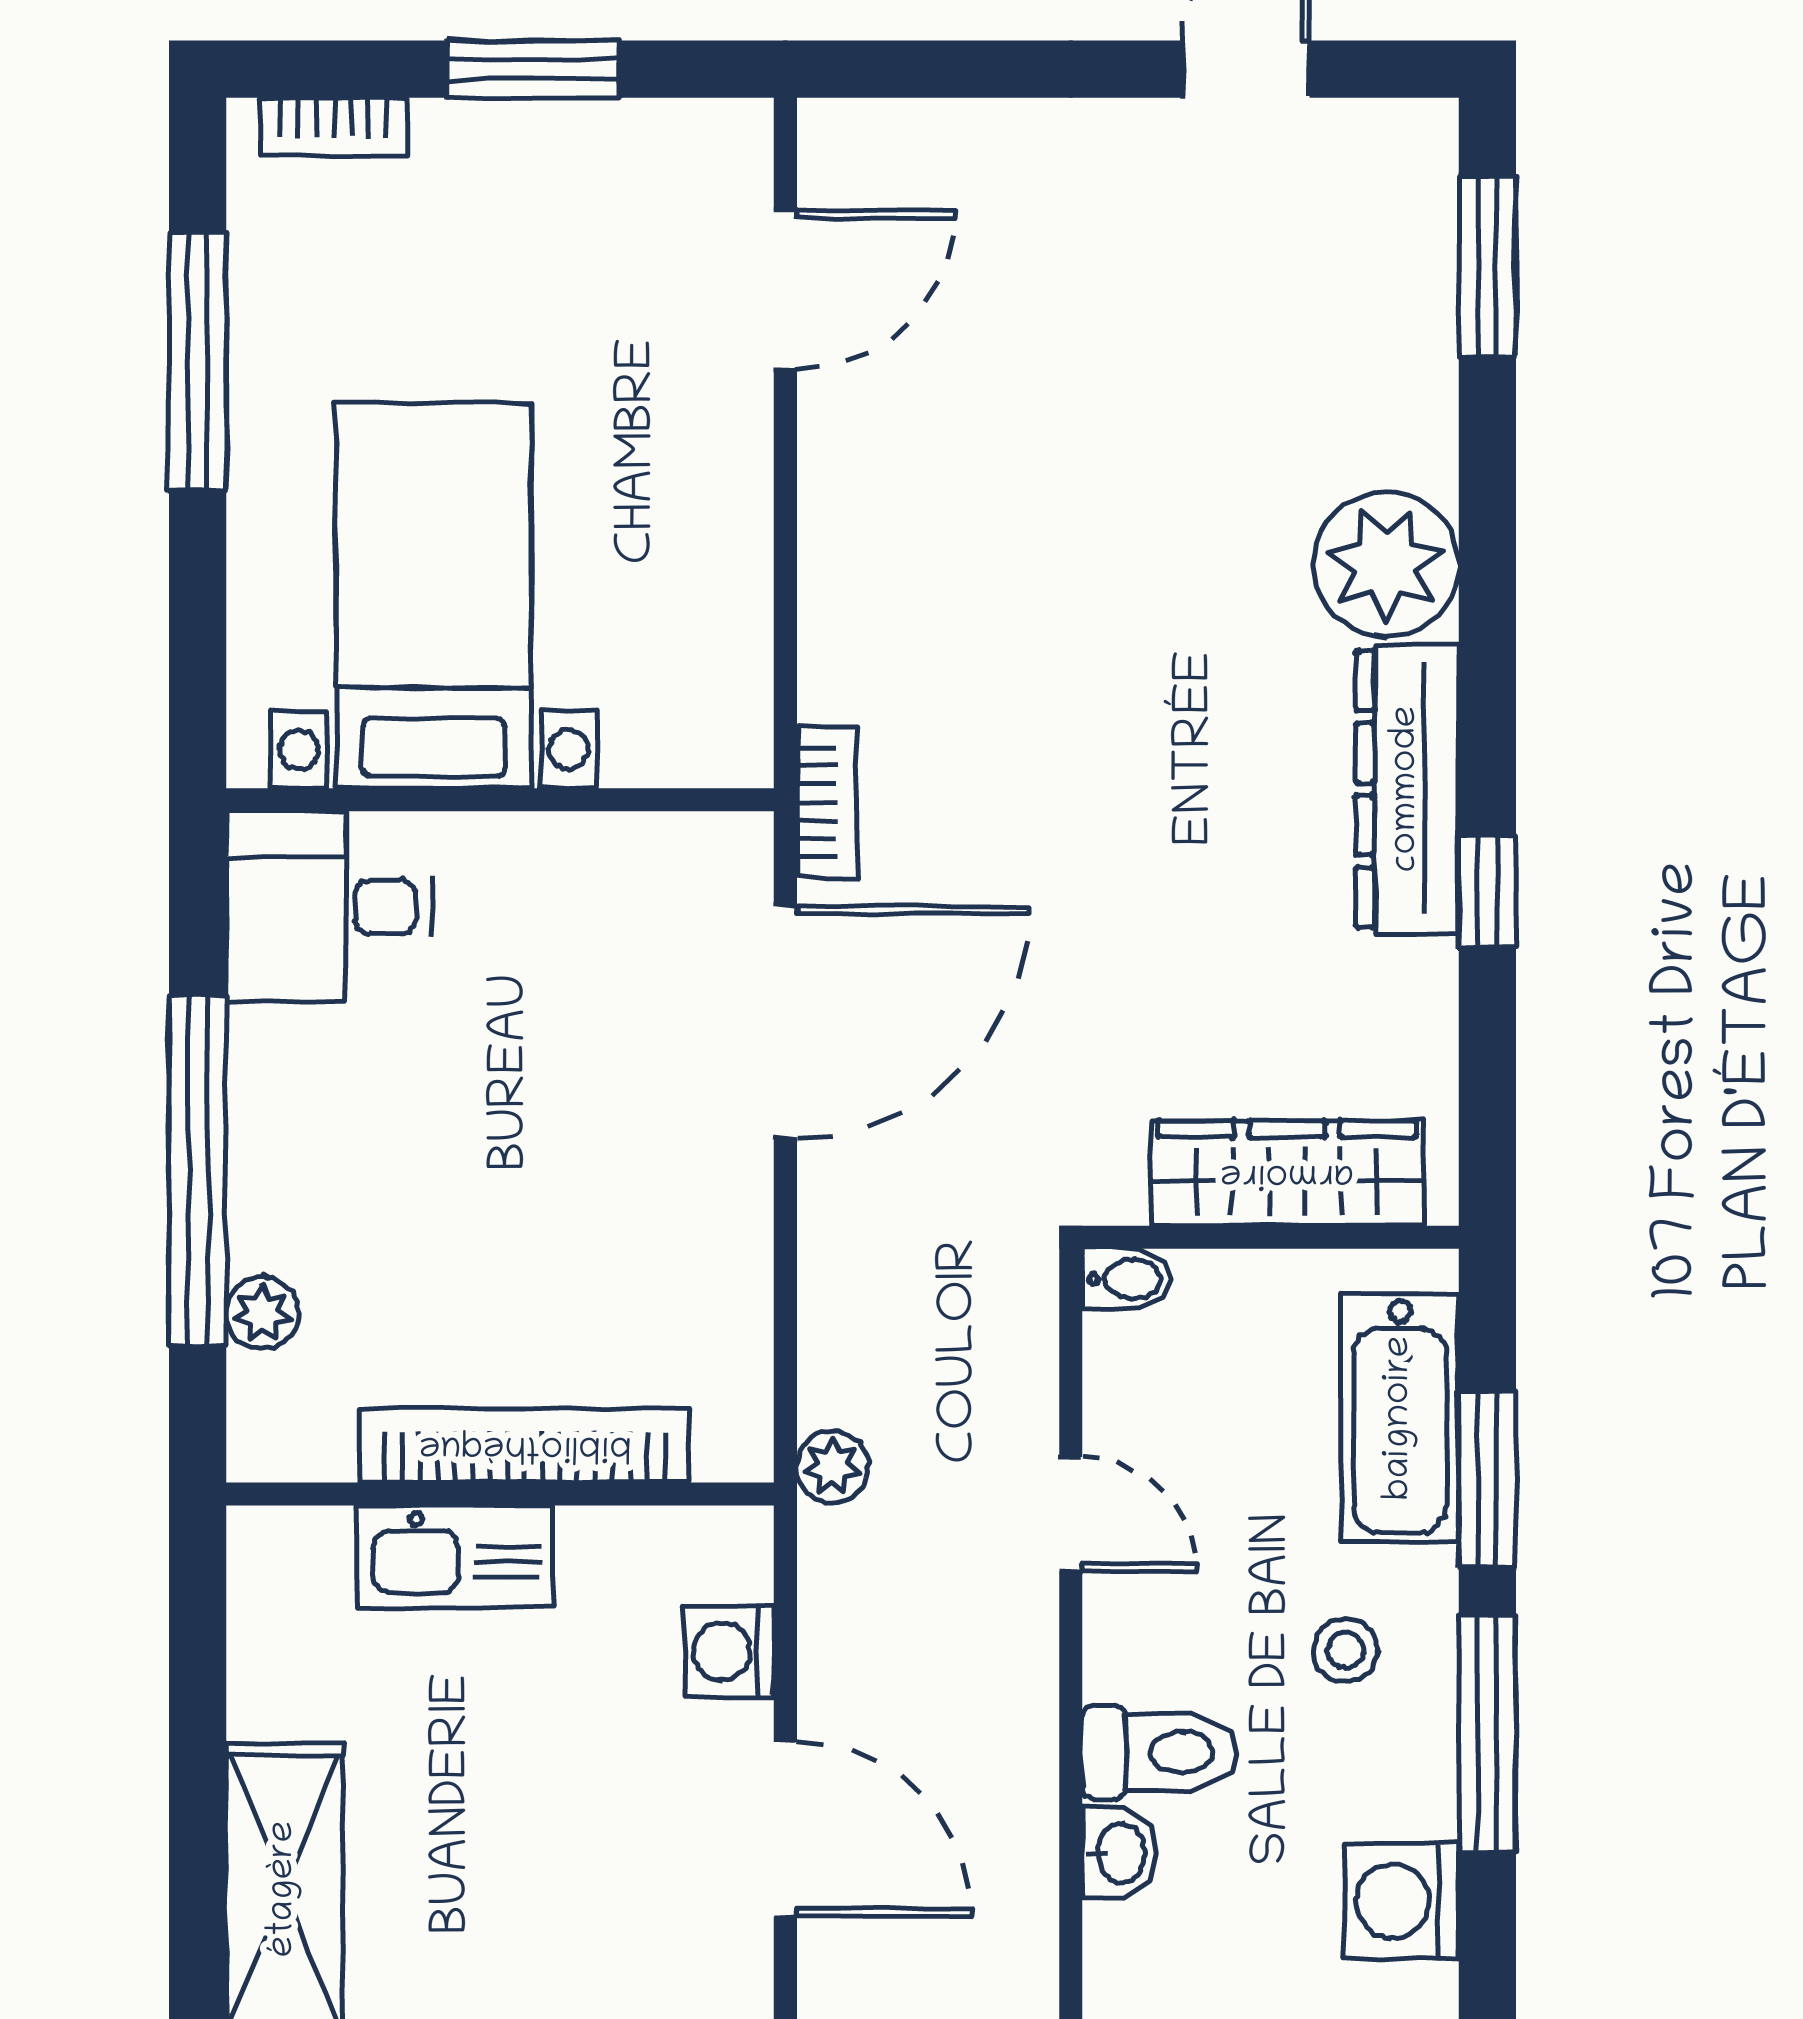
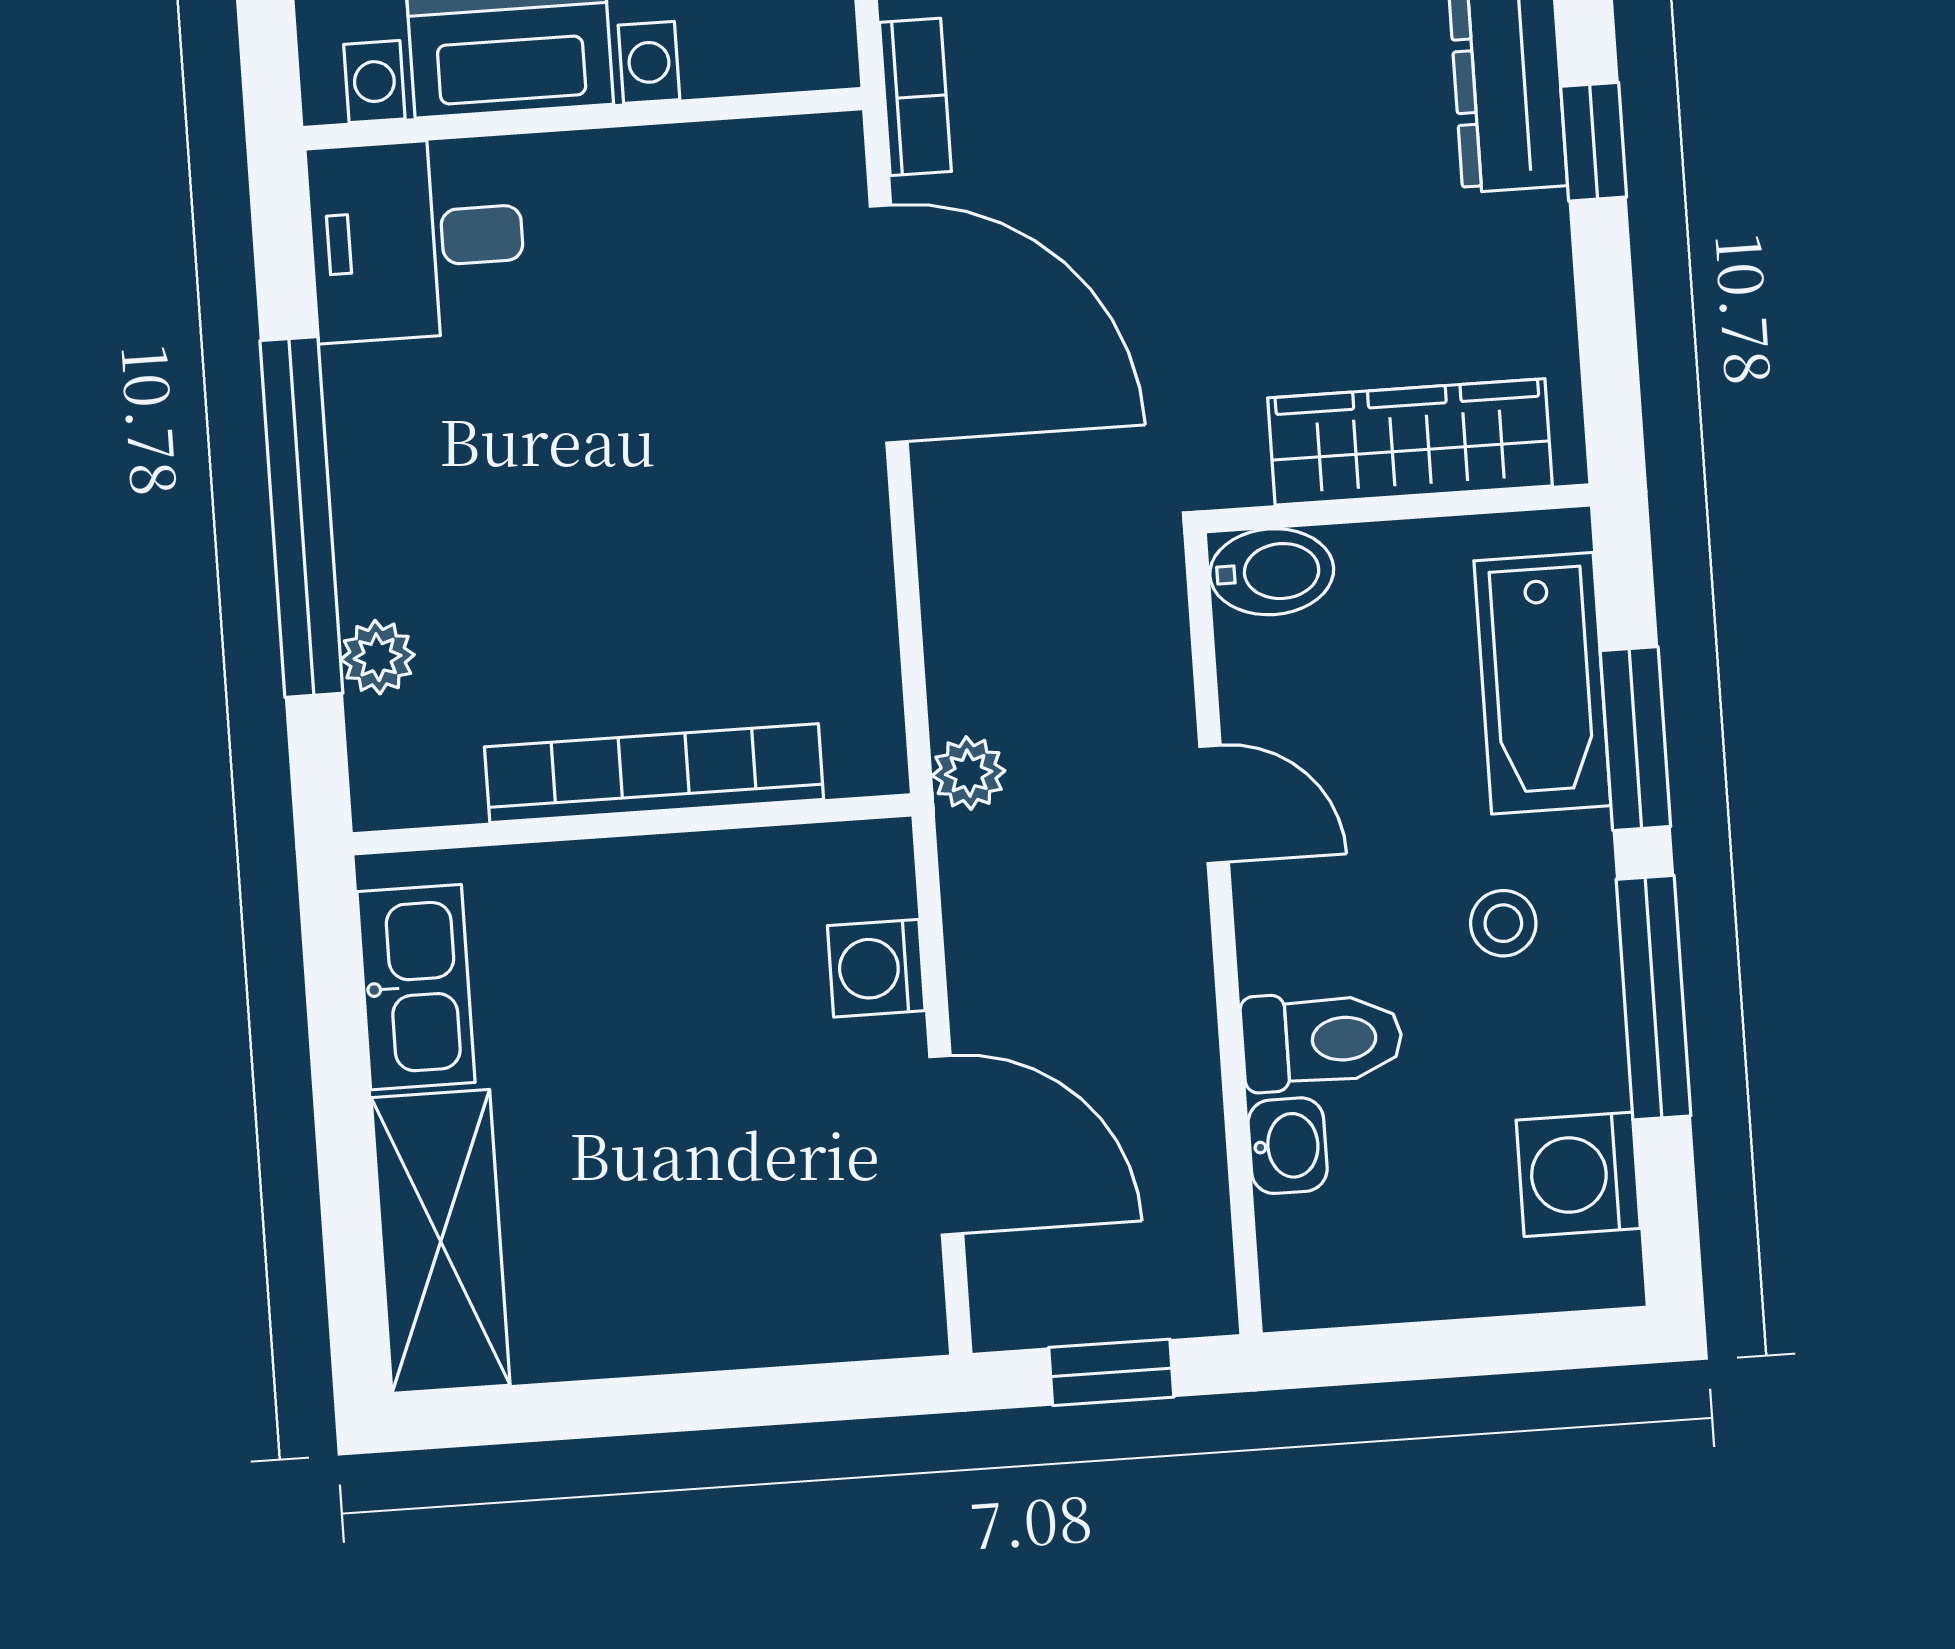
door: (785, 1022) -> (889, 324), hinge flipped
bidet: (1127, 1279) -> (1272, 572), width x1.38, depth x1.36
kitchen sink: (455, 1557) -> (416, 987), moved, turned -90

